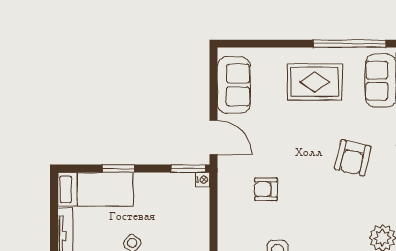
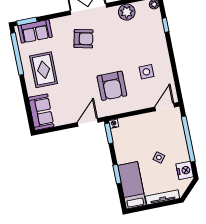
sofa: (234, 85) -> (41, 112), moved, turned 90
armchair: (266, 189) -> (112, 86), width x1.88, depth x1.88

